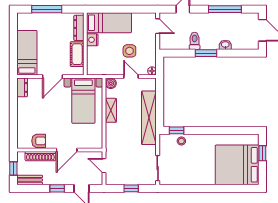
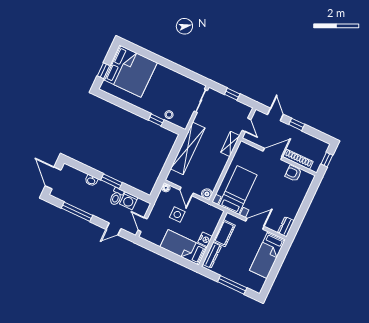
washing machine: (181, 42) -> (129, 201), added
shelving: (111, 110) -> (230, 144), moved
window: (176, 130) -> (156, 120), moved
bench: (30, 180) -> (317, 143), removed

